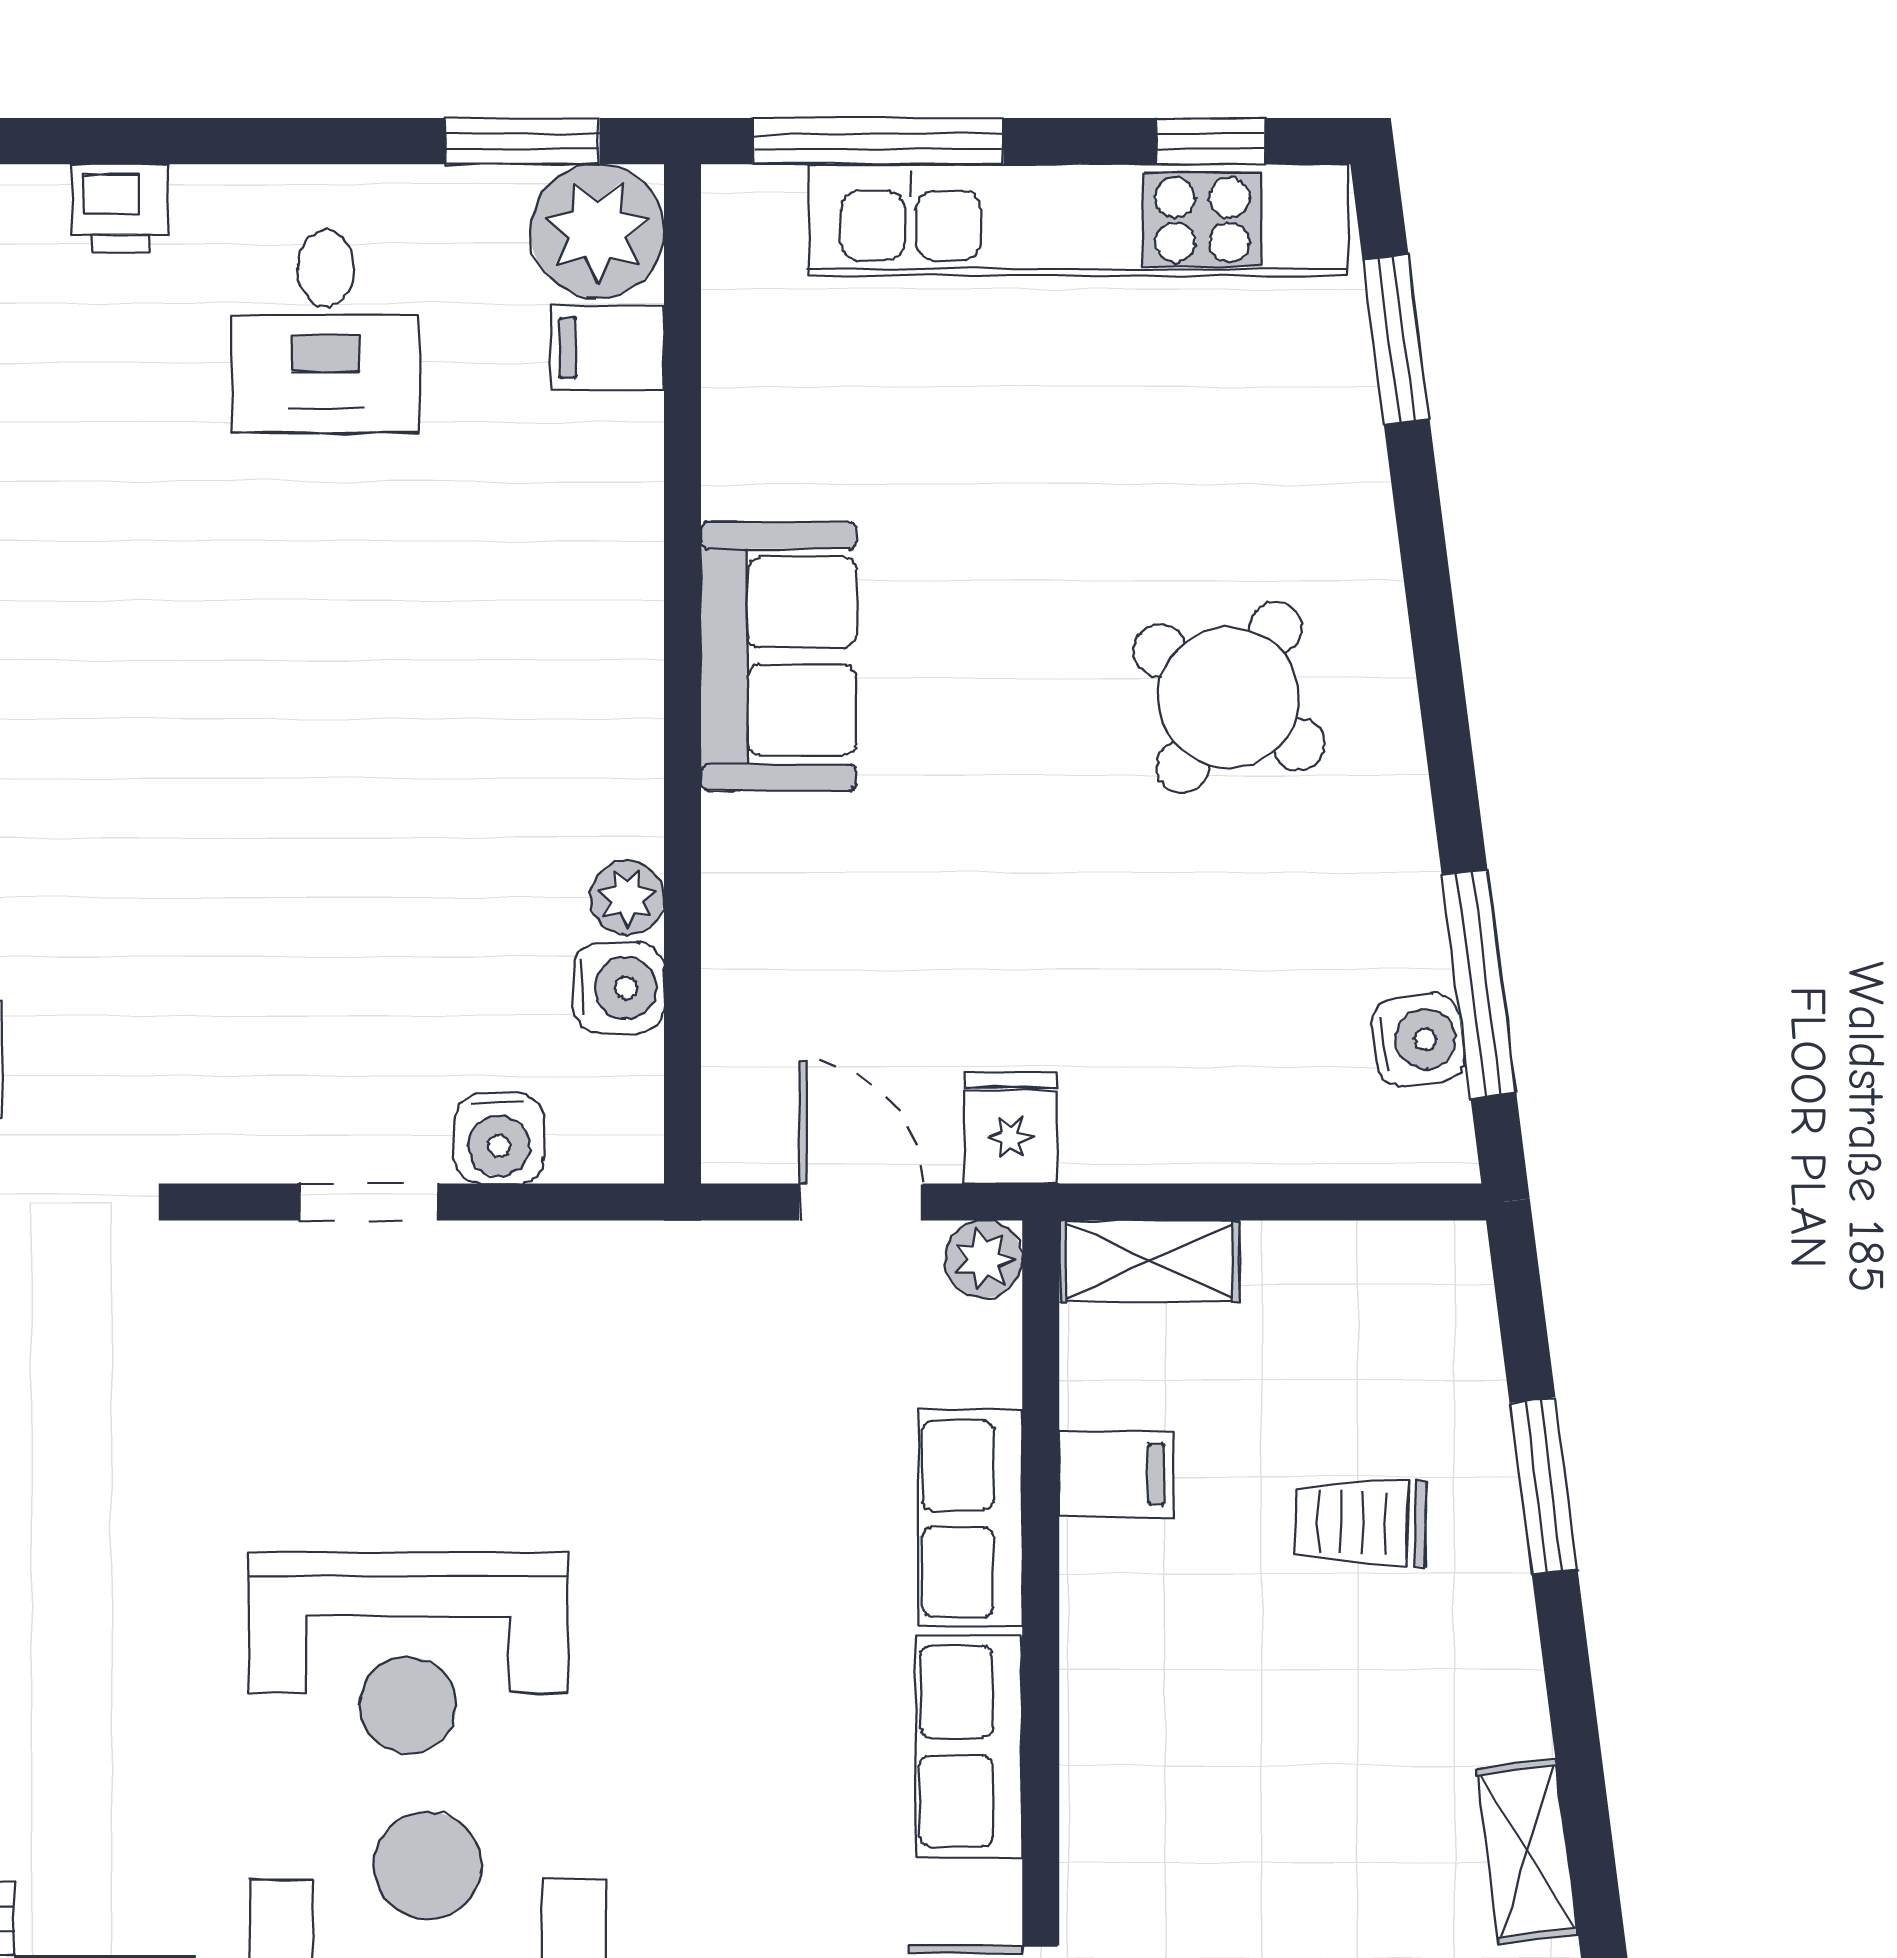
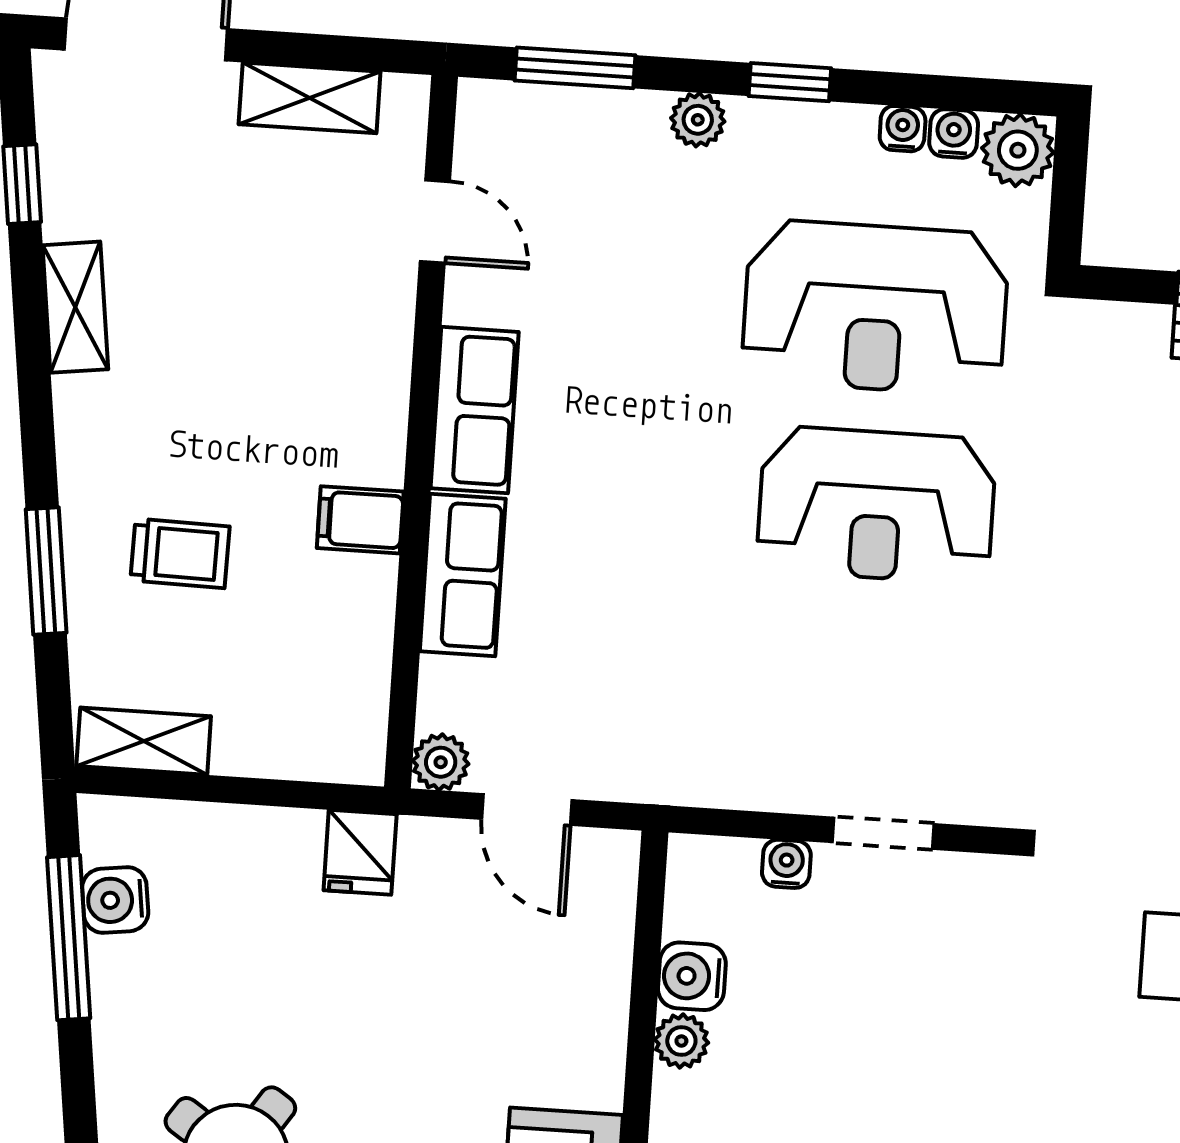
fridge: (1011, 1128) -> (360, 852), moved
water cooler: (499, 1139) -> (786, 864), width x0.72, depth x0.72
shelving: (1149, 1261) -> (144, 741), moved
filing cabinet: (1116, 1474) -> (360, 520), moved
reception desk: (408, 1653) -> (876, 505), turned 180

